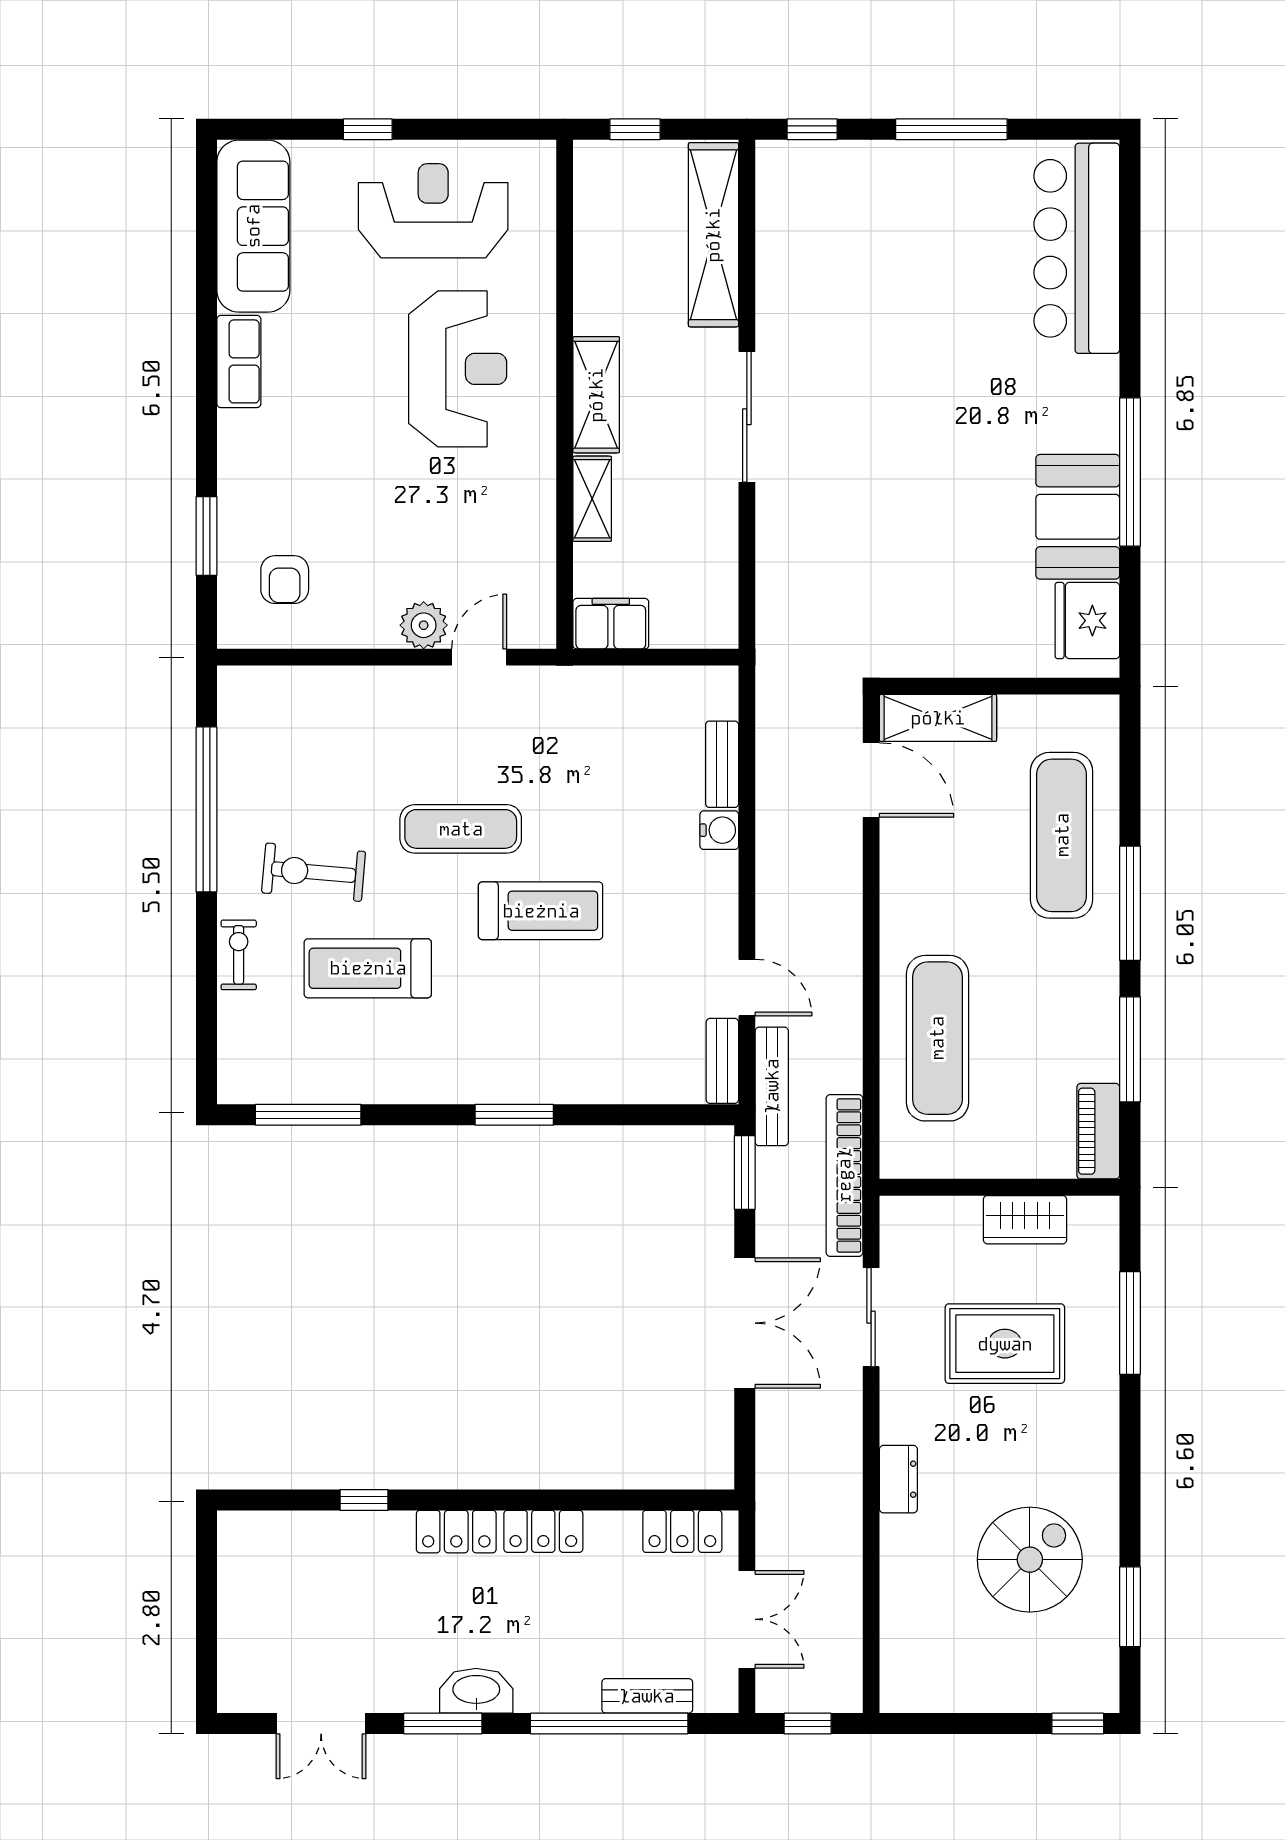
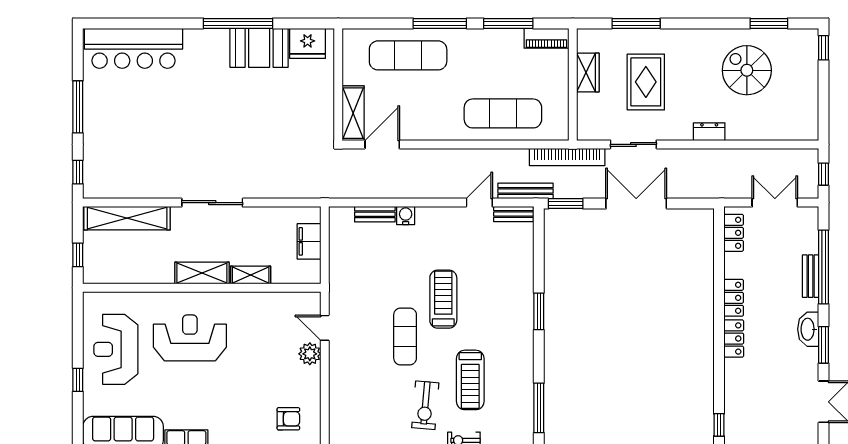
filing cabinet: (611, 624) -> (309, 241), moved
window: (364, 1500) -> (719, 425), moved
bench: (647, 1696) -> (811, 276), moved

